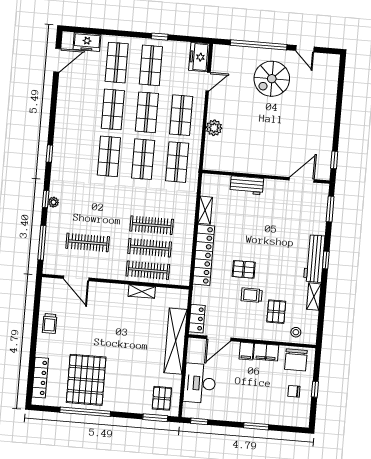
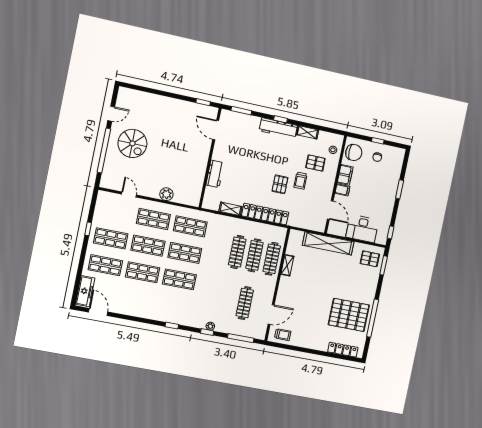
freezer: (87, 42) -> (85, 291), width x1.40
freezer: (199, 57) -> (108, 199), removed
locker: (197, 319) -> (313, 225), removed
trolley: (50, 324) -> (283, 335), moved

